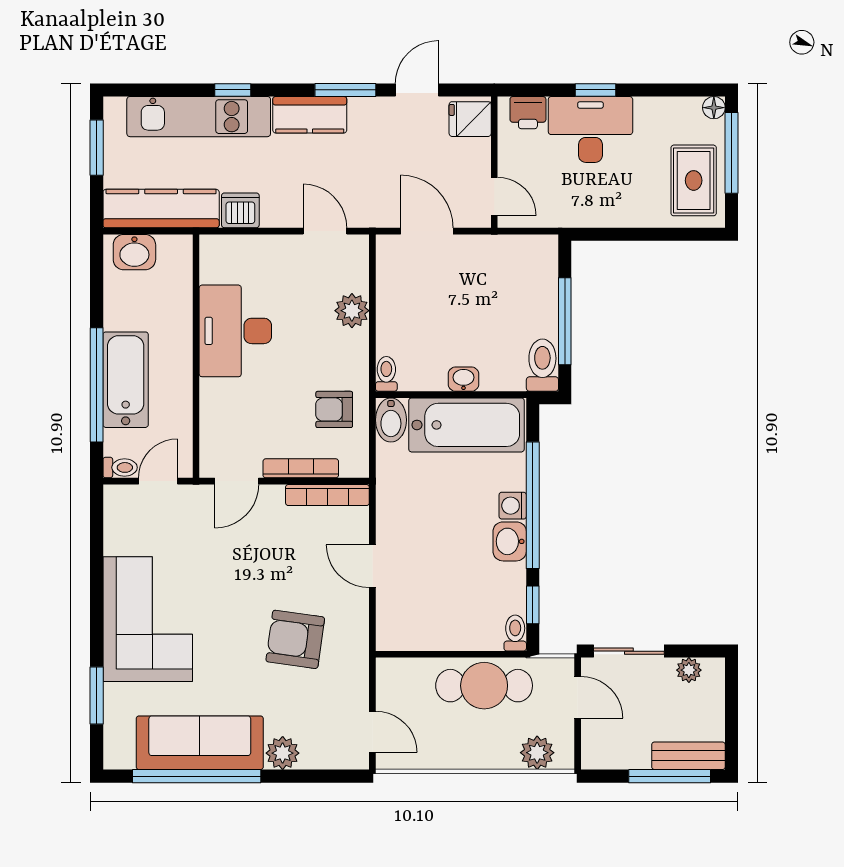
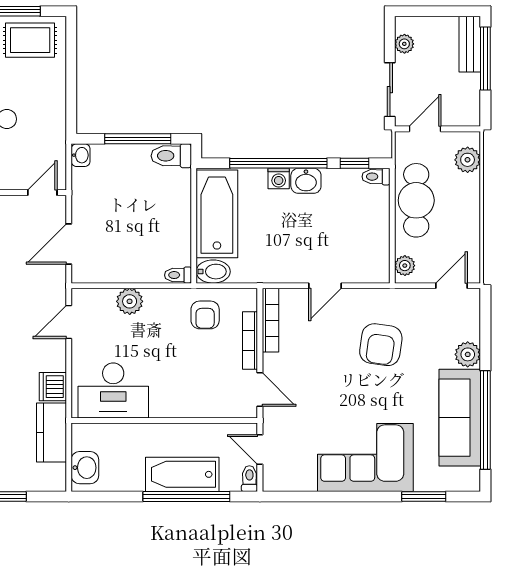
kitchen counter: (161, 209) -> (52, 432), width x0.67
desk: (235, 331) -> (113, 390), moved
washbasin: (463, 379) -> (81, 155), moved, turned 180
plant: (399, 671) -> (405, 266), added

